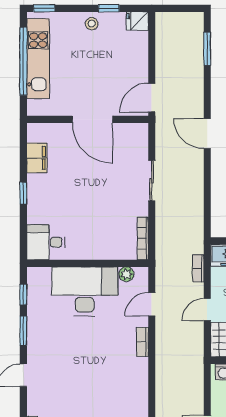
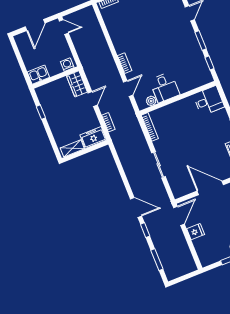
fridge: (137, 21) -> (196, 232), moved
window: (207, 97) -> (145, 230), added
desk: (85, 291) -> (165, 87), width x0.53, depth x0.77

